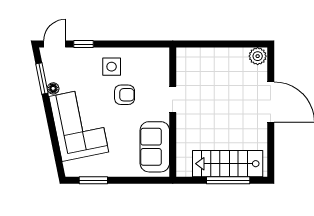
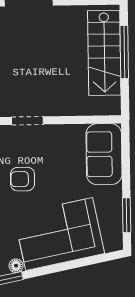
armchair: (125, 95) -> (23, 179), turned -90
sofa: (155, 147) -> (104, 154), moved, turned 90

